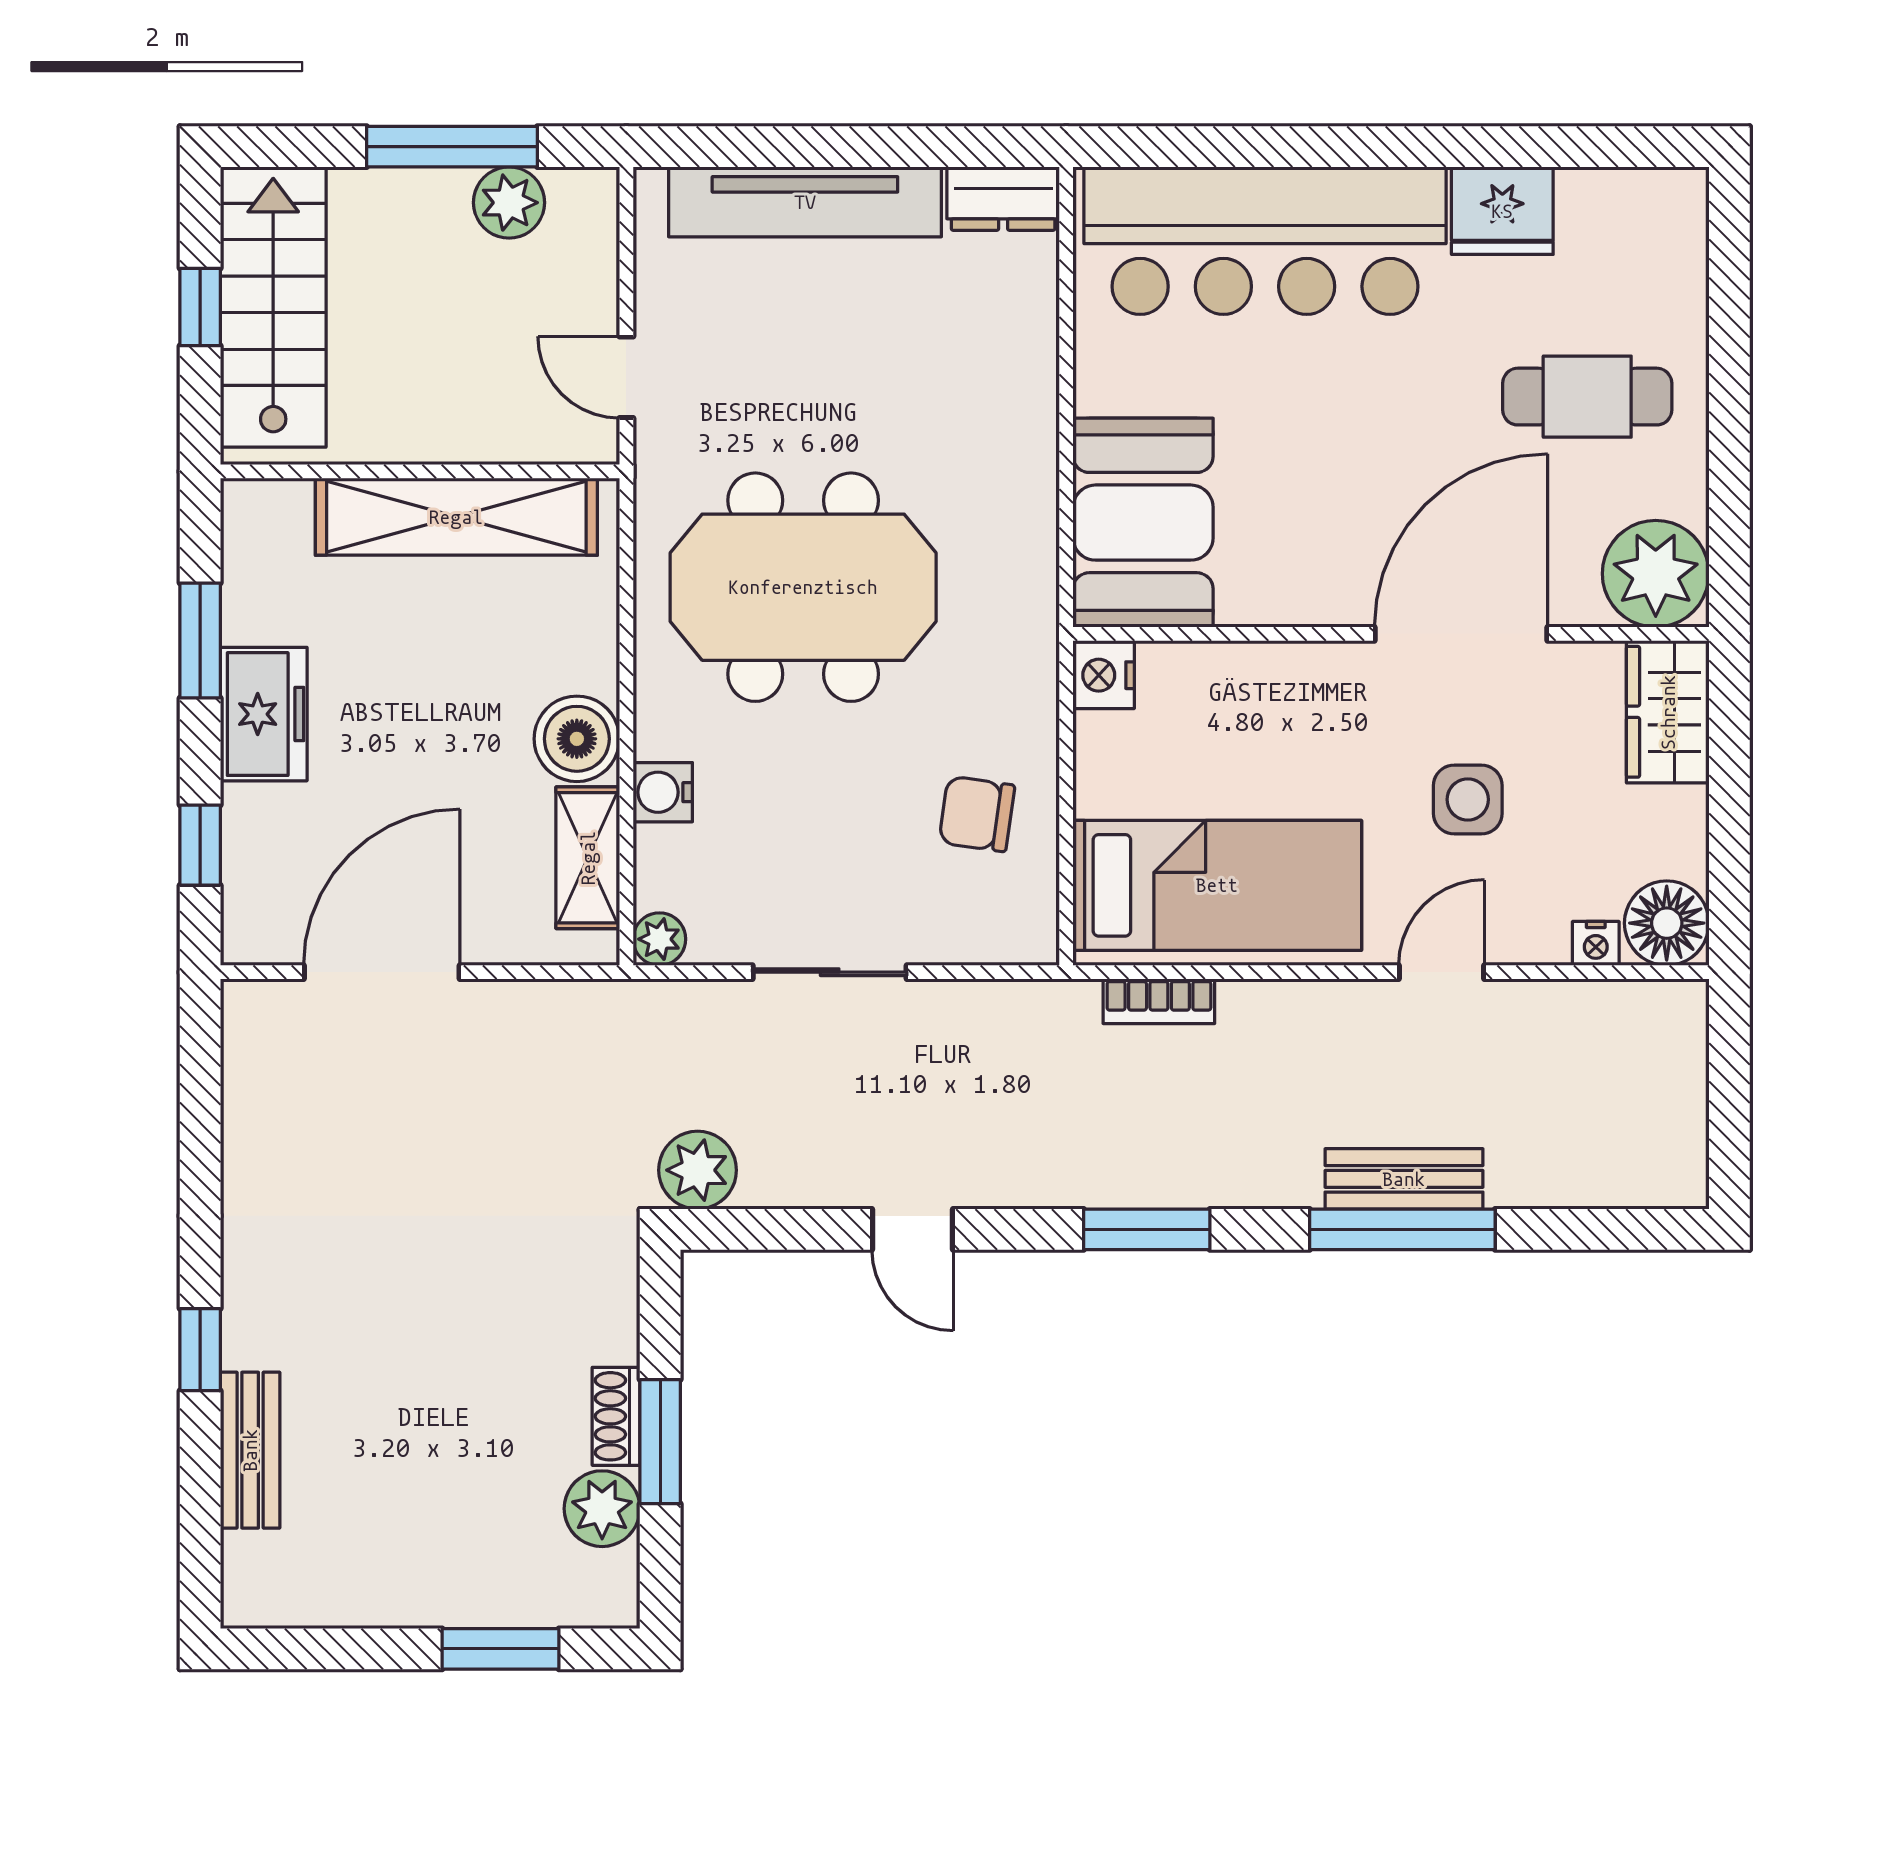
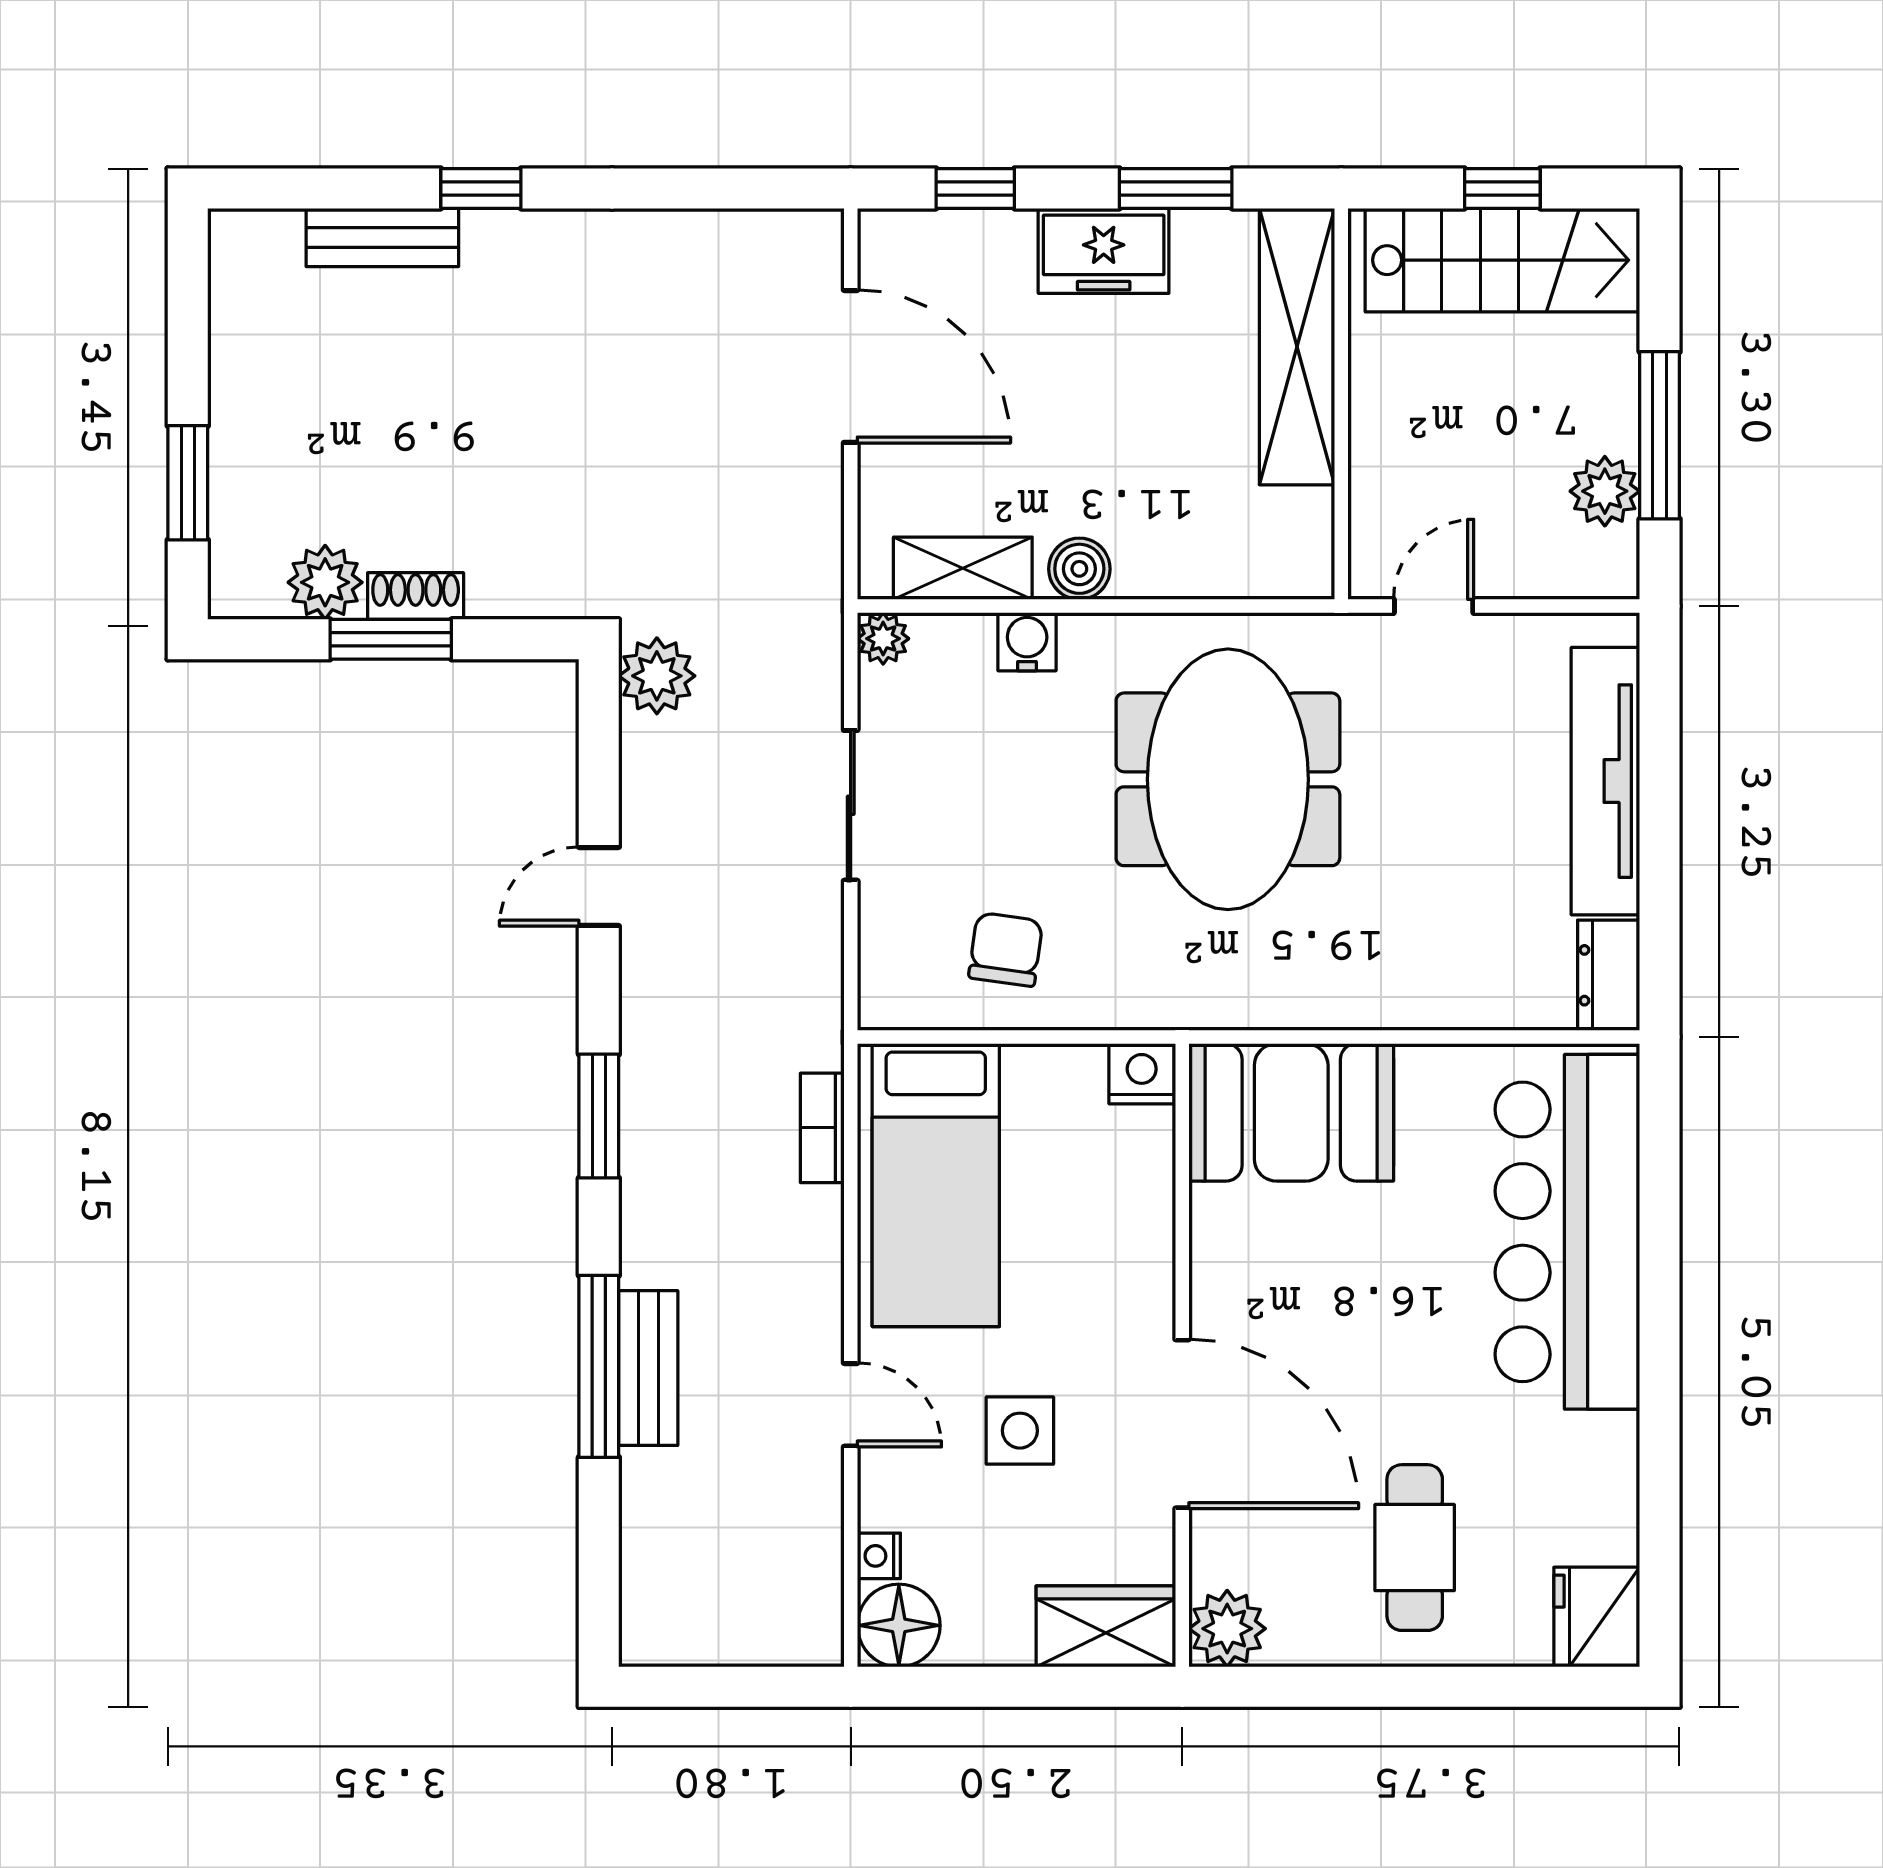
fridge: (1502, 211) -> (1597, 1617), moved
shelving: (456, 517) -> (1297, 347), moved
plant: (1656, 574) -> (1227, 1629), width x0.73, depth x0.73
boiler: (577, 739) -> (1079, 569), width x0.73, depth x0.73

